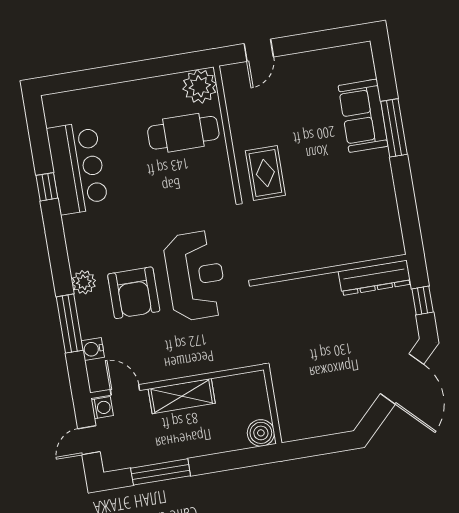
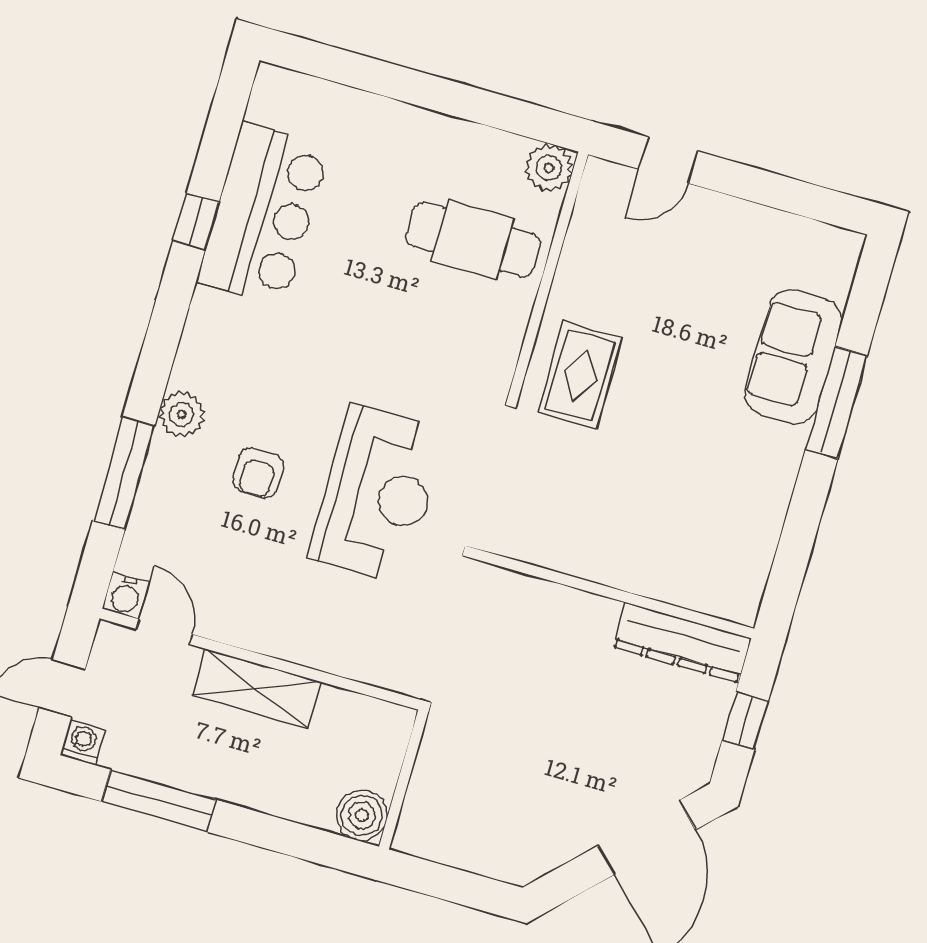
plant: (200, 86) -> (549, 168), width x0.73, depth x0.73
armchair: (134, 293) -> (258, 473), width x0.53, depth x0.53
water cooler: (93, 349) -> (126, 596), moved, turned -90
washing machine: (102, 408) -> (83, 743), moved, turned -90

